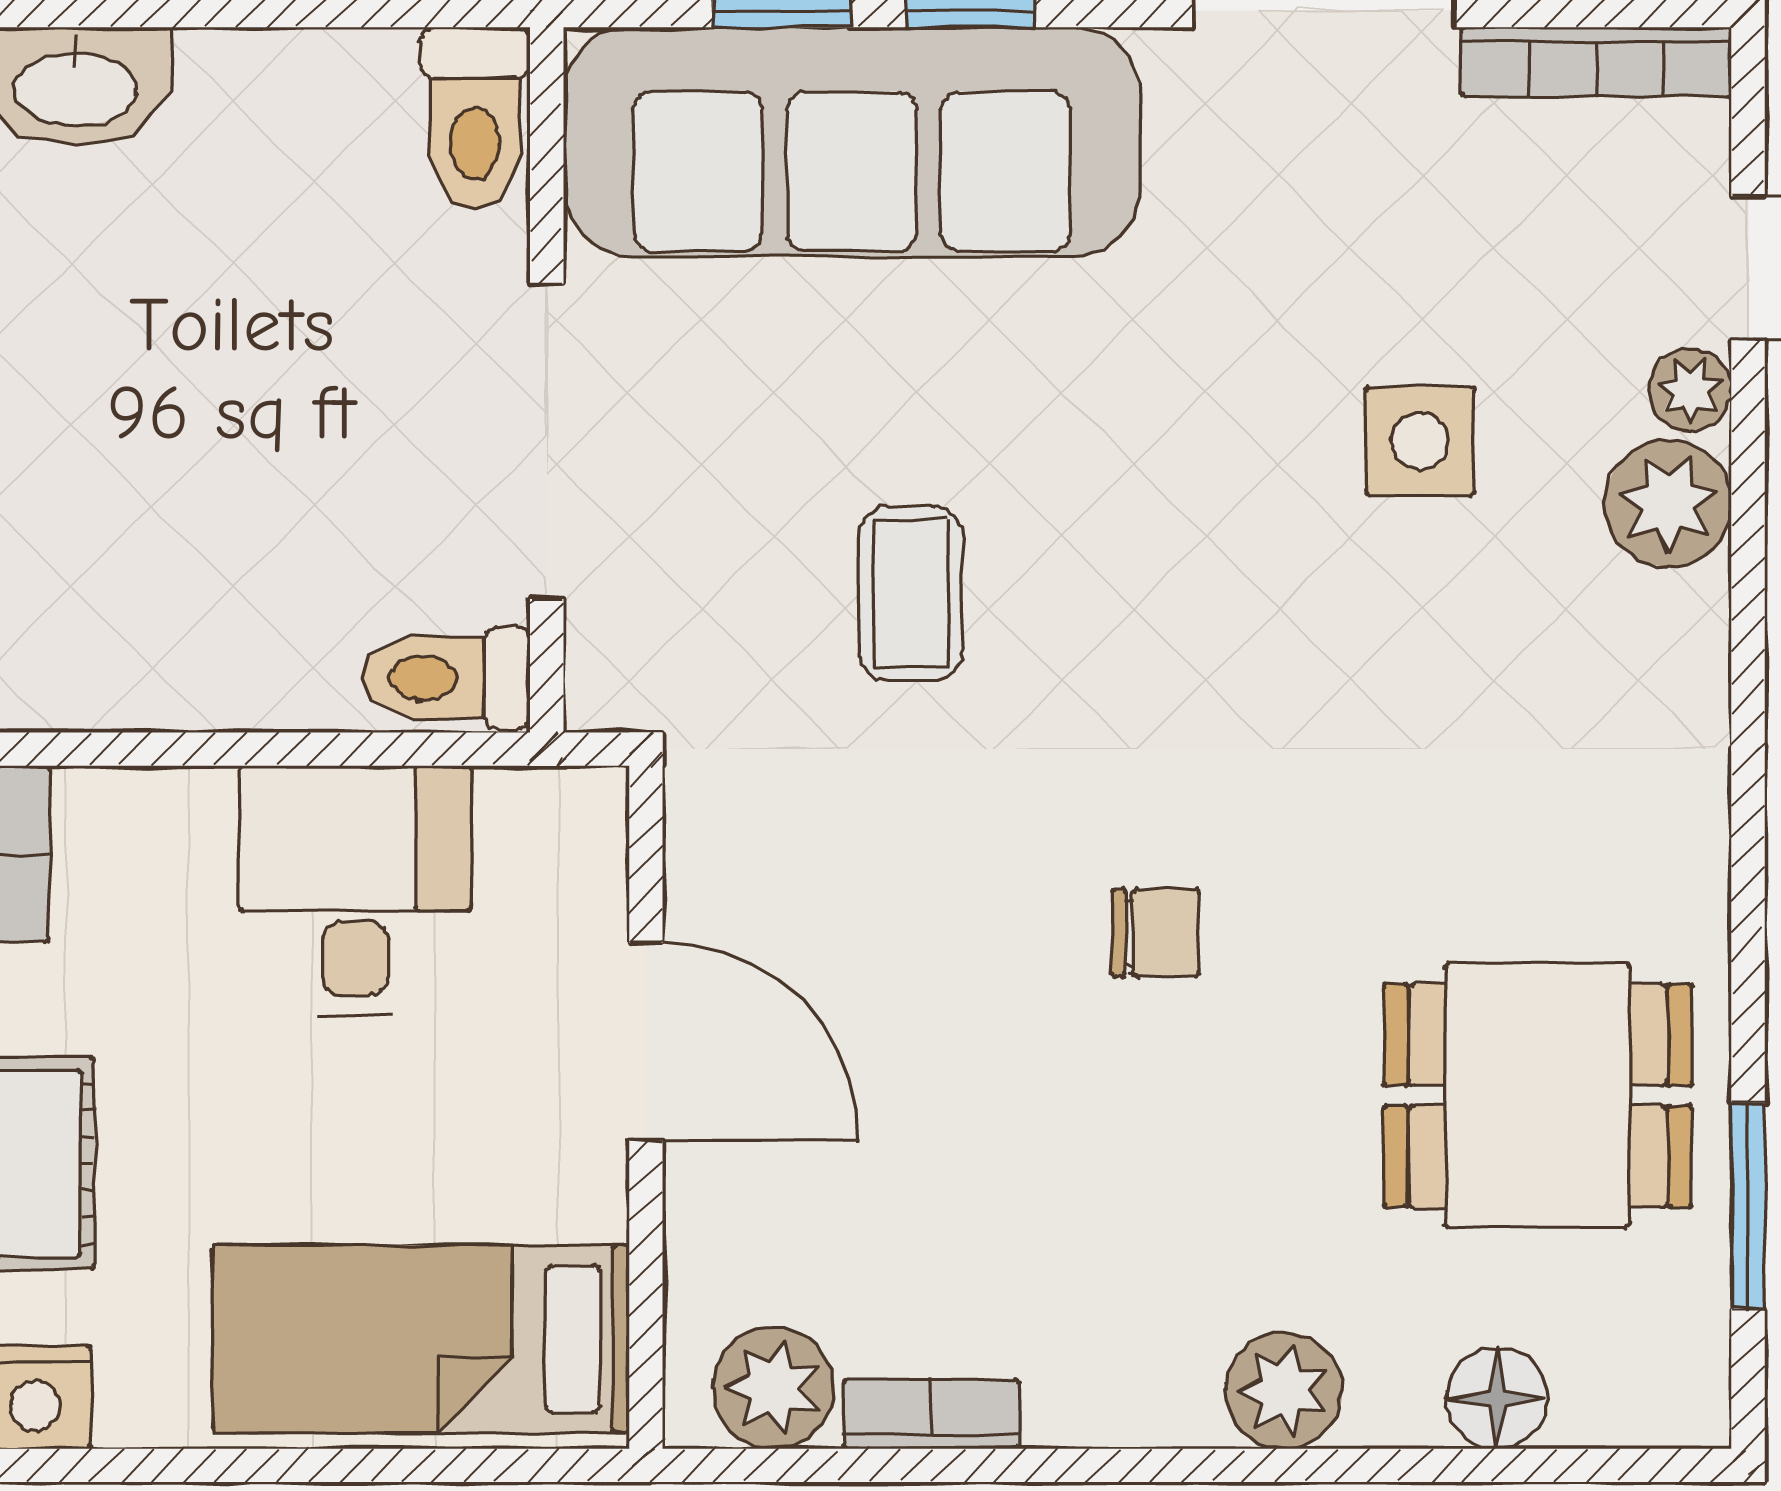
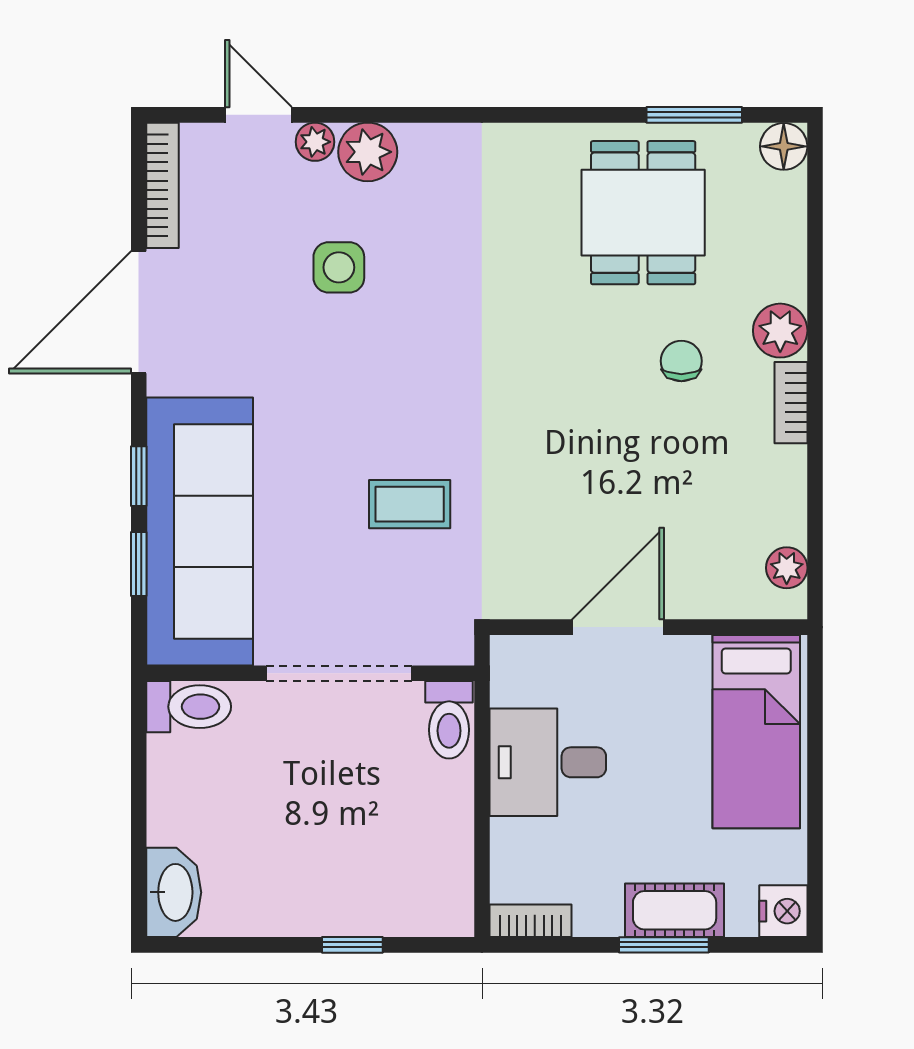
chair: (1155, 933) -> (681, 361), moved
plant: (774, 1388) -> (787, 568), width x0.73, depth x0.73
floor lamp: (1497, 1398) -> (784, 146), moved
bookcase: (931, 1414) -> (791, 403), moved

